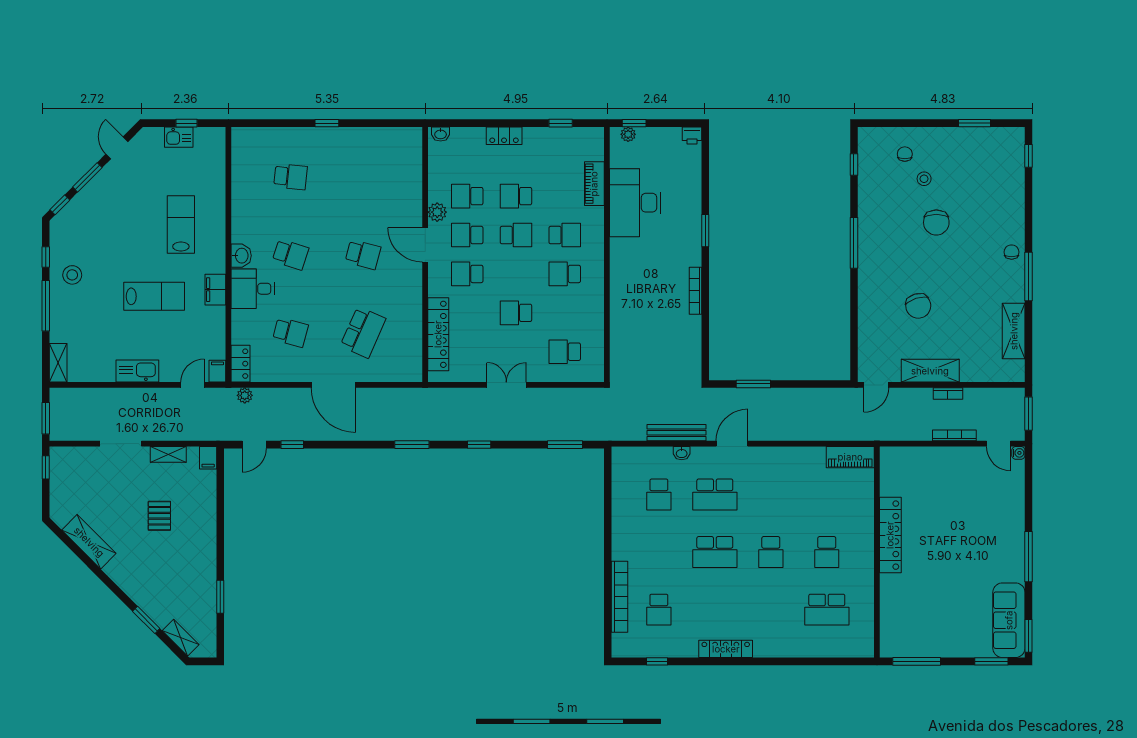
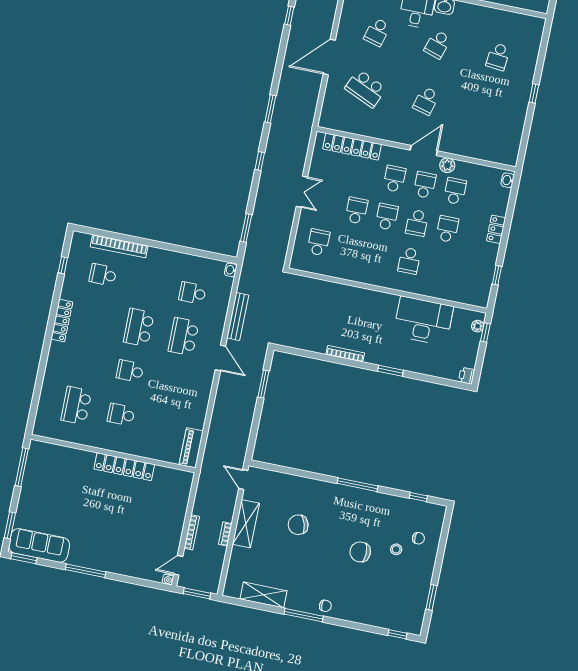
piano: (594, 184) -> (445, 292), removed
school desk: (565, 274) -> (387, 217), moved
washbasin: (682, 453) -> (231, 270), moved

